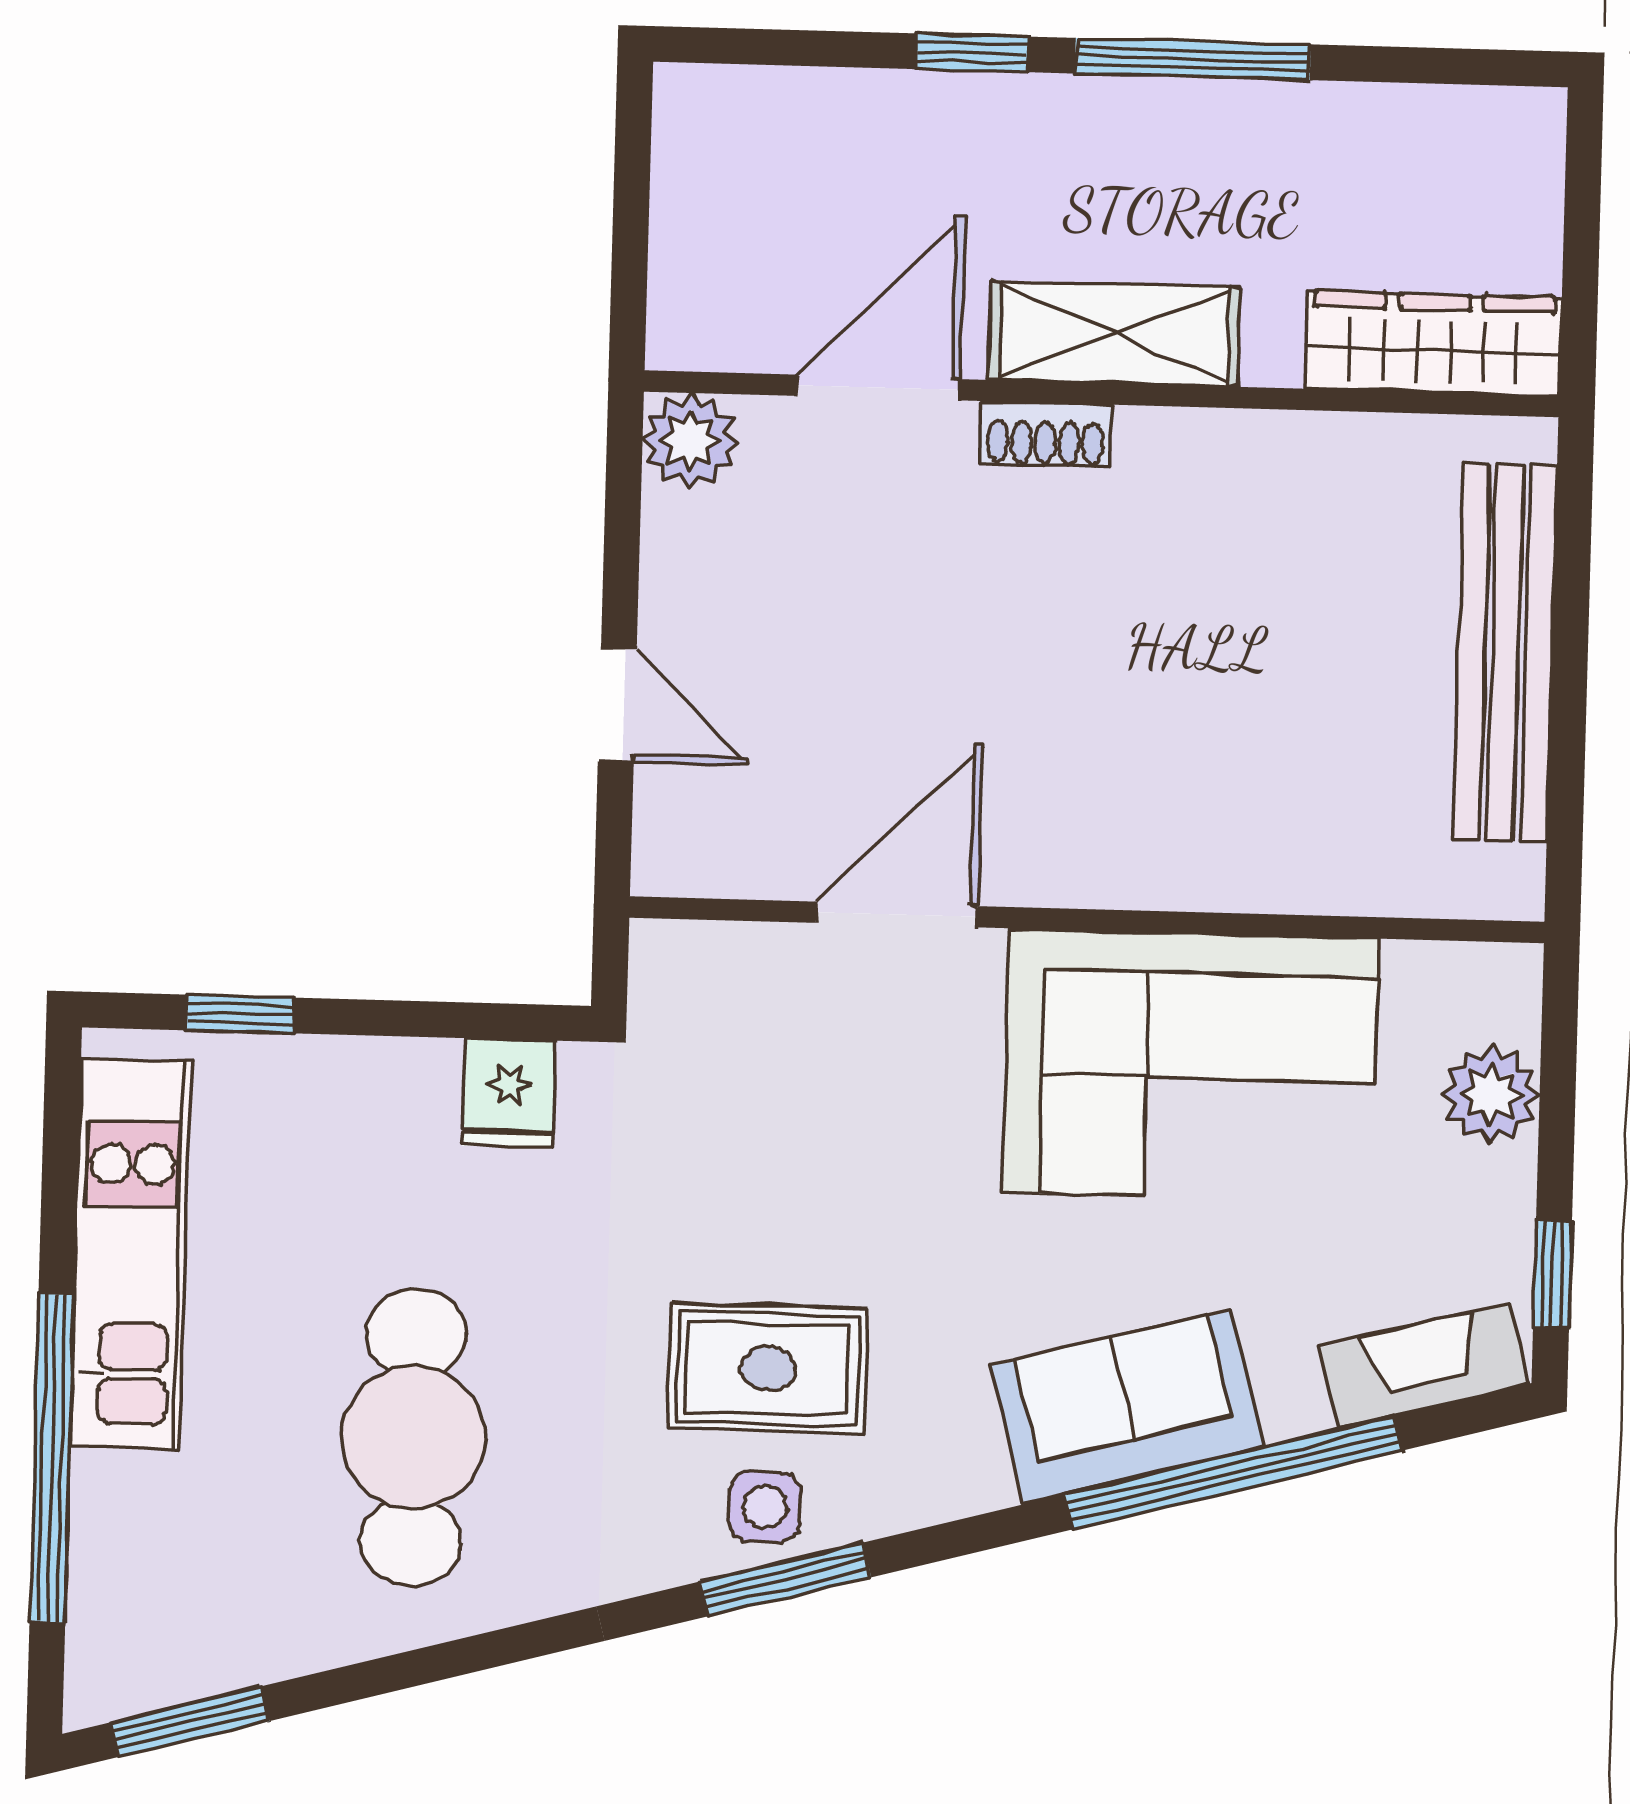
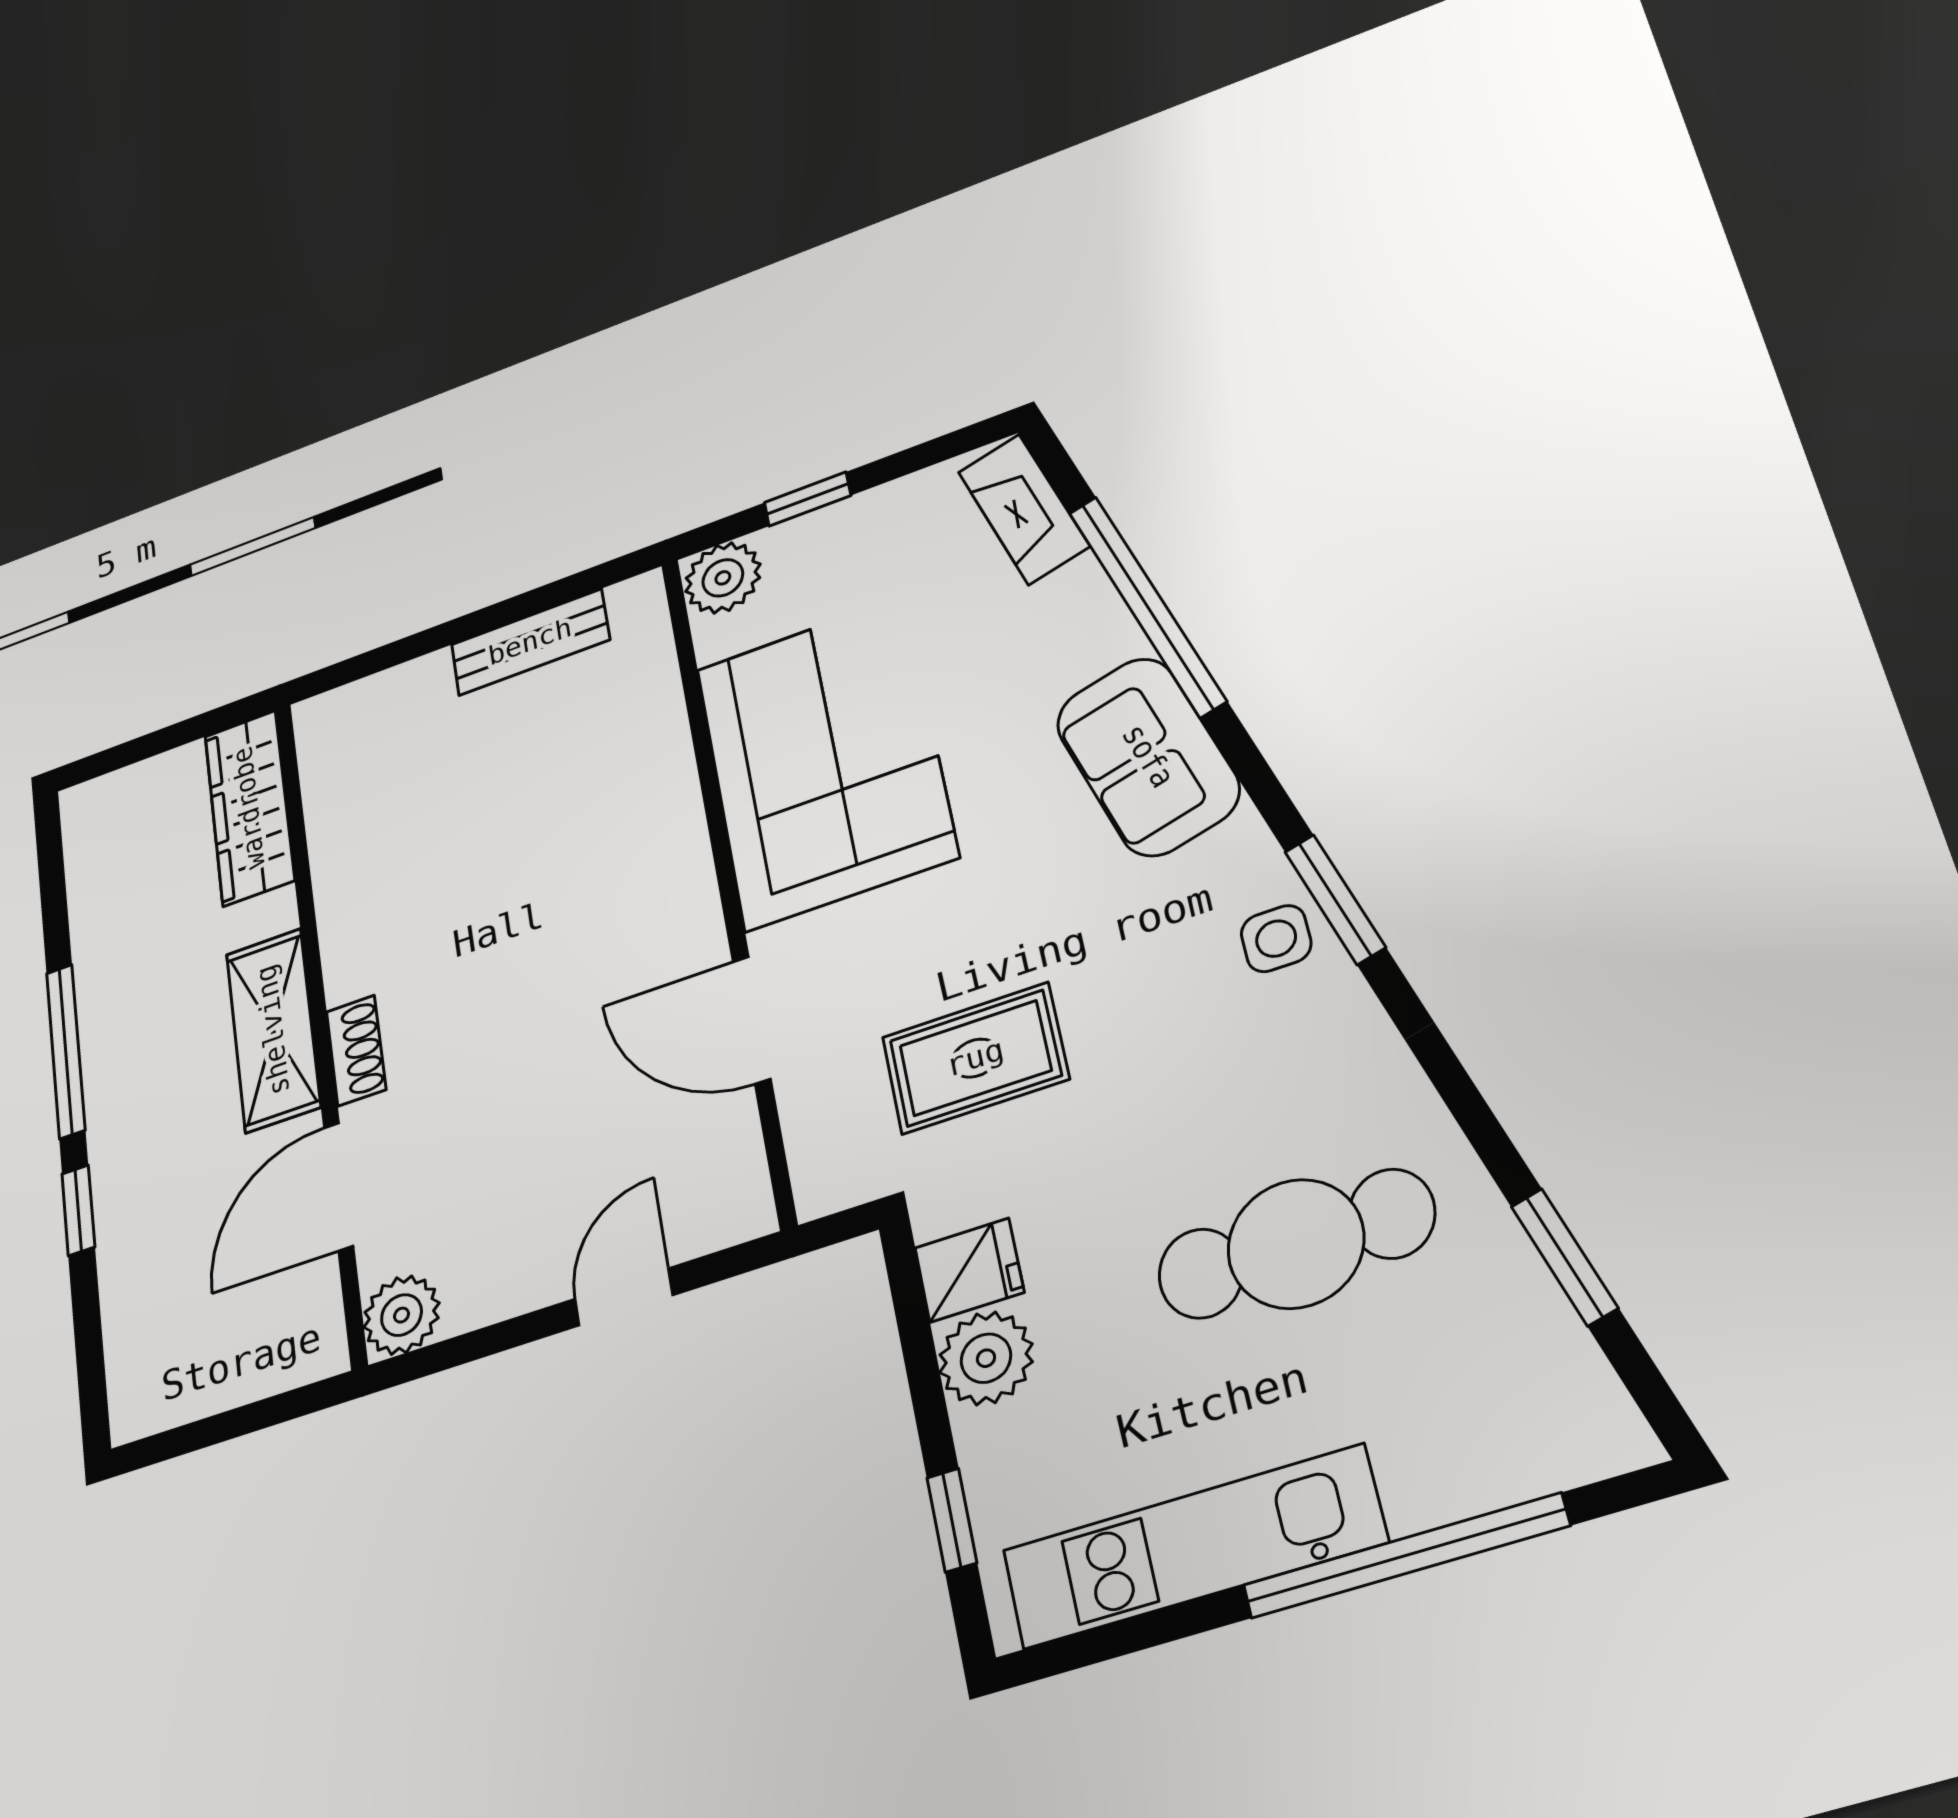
door: (878, 388) -> (339, 1187), hinge flipped
bench: (1505, 652) -> (530, 642), width x0.54, depth x0.82
plant: (404, 1089) -> (986, 1358), added
plant: (1491, 1095) -> (723, 578), moved
window: (1553, 1274) -> (808, 499), moved
rug: (768, 1368) -> (975, 1058), moved, turned 90
sofa: (1127, 1406) -> (1148, 756), moved
window: (190, 1722) -> (1564, 1257), moved

